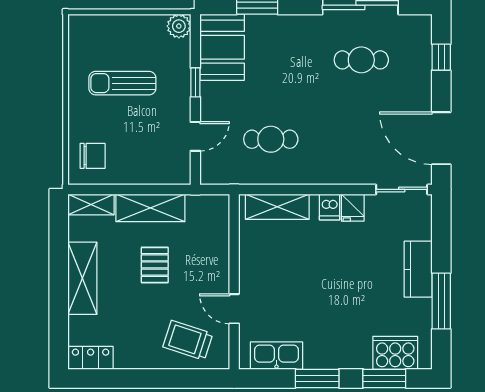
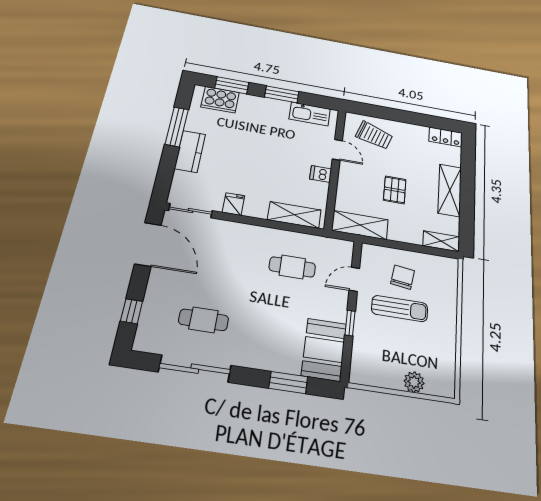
plant: (179, 26) -> (414, 382), moved
sun lounger: (122, 83) -> (400, 309), moved
chair: (93, 156) -> (403, 277), moved, turned 98
dishwasher: (329, 207) -> (321, 174), moved, turned -90
shelving: (150, 208) -> (360, 225), moved

